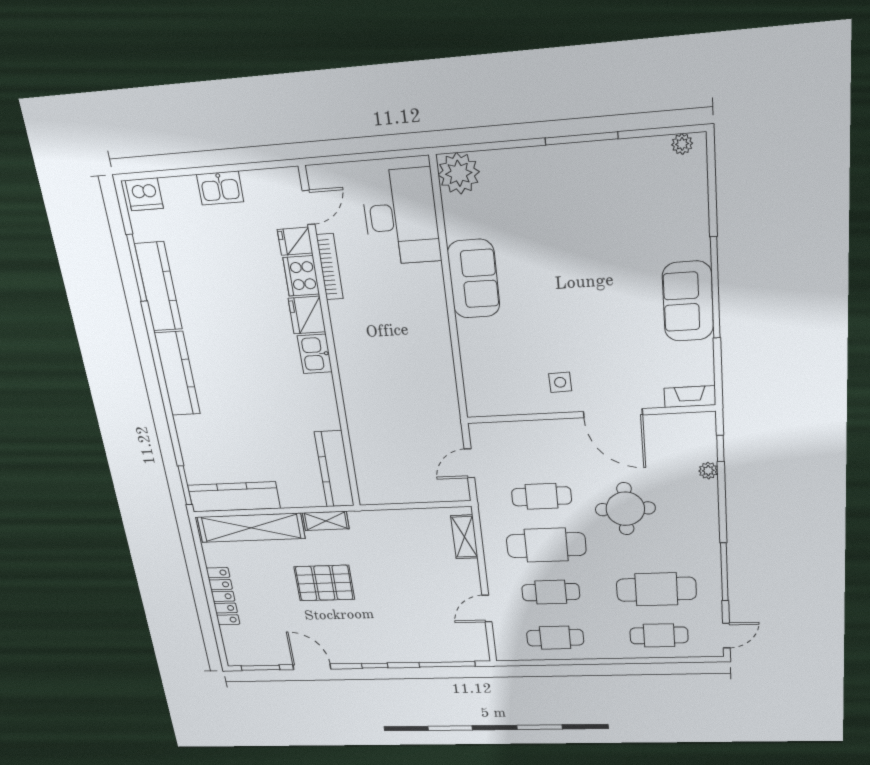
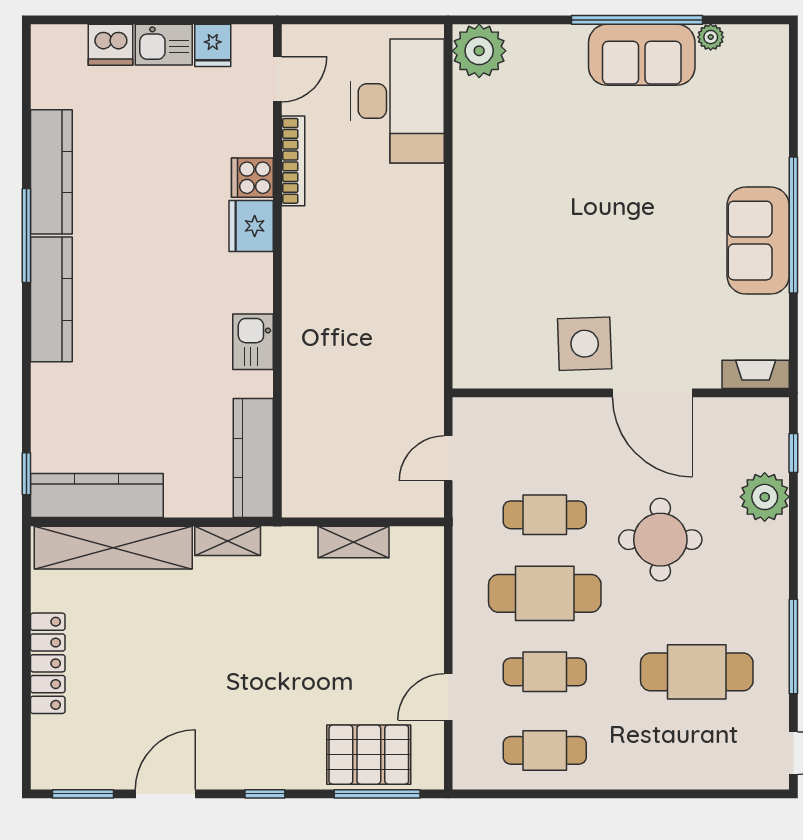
window: (582, 138) -> (637, 20), width x1.46
plant: (682, 144) -> (711, 37), moved
dishwasher: (144, 194) -> (111, 45), moved
fridge: (295, 241) -> (213, 45), moved, turned -90
window: (137, 268) -> (26, 236), moved
cooker: (301, 276) -> (252, 178), width x0.73
sofa: (474, 279) -> (642, 55), moved, turned 90
kitchen sink: (315, 354) -> (253, 342), moved
side table: (560, 382) -> (585, 344), width x1.87, depth x1.87
plant: (708, 471) -> (765, 497), width x1.88, depth x1.88
window: (185, 485) -> (26, 474), width x0.67
shelving: (464, 537) -> (353, 542), moved, turned 90
pallet: (324, 583) -> (369, 755), moved
cafe table: (659, 635) -> (697, 750), removed
door: (312, 667) -> (165, 794), hinge flipped

